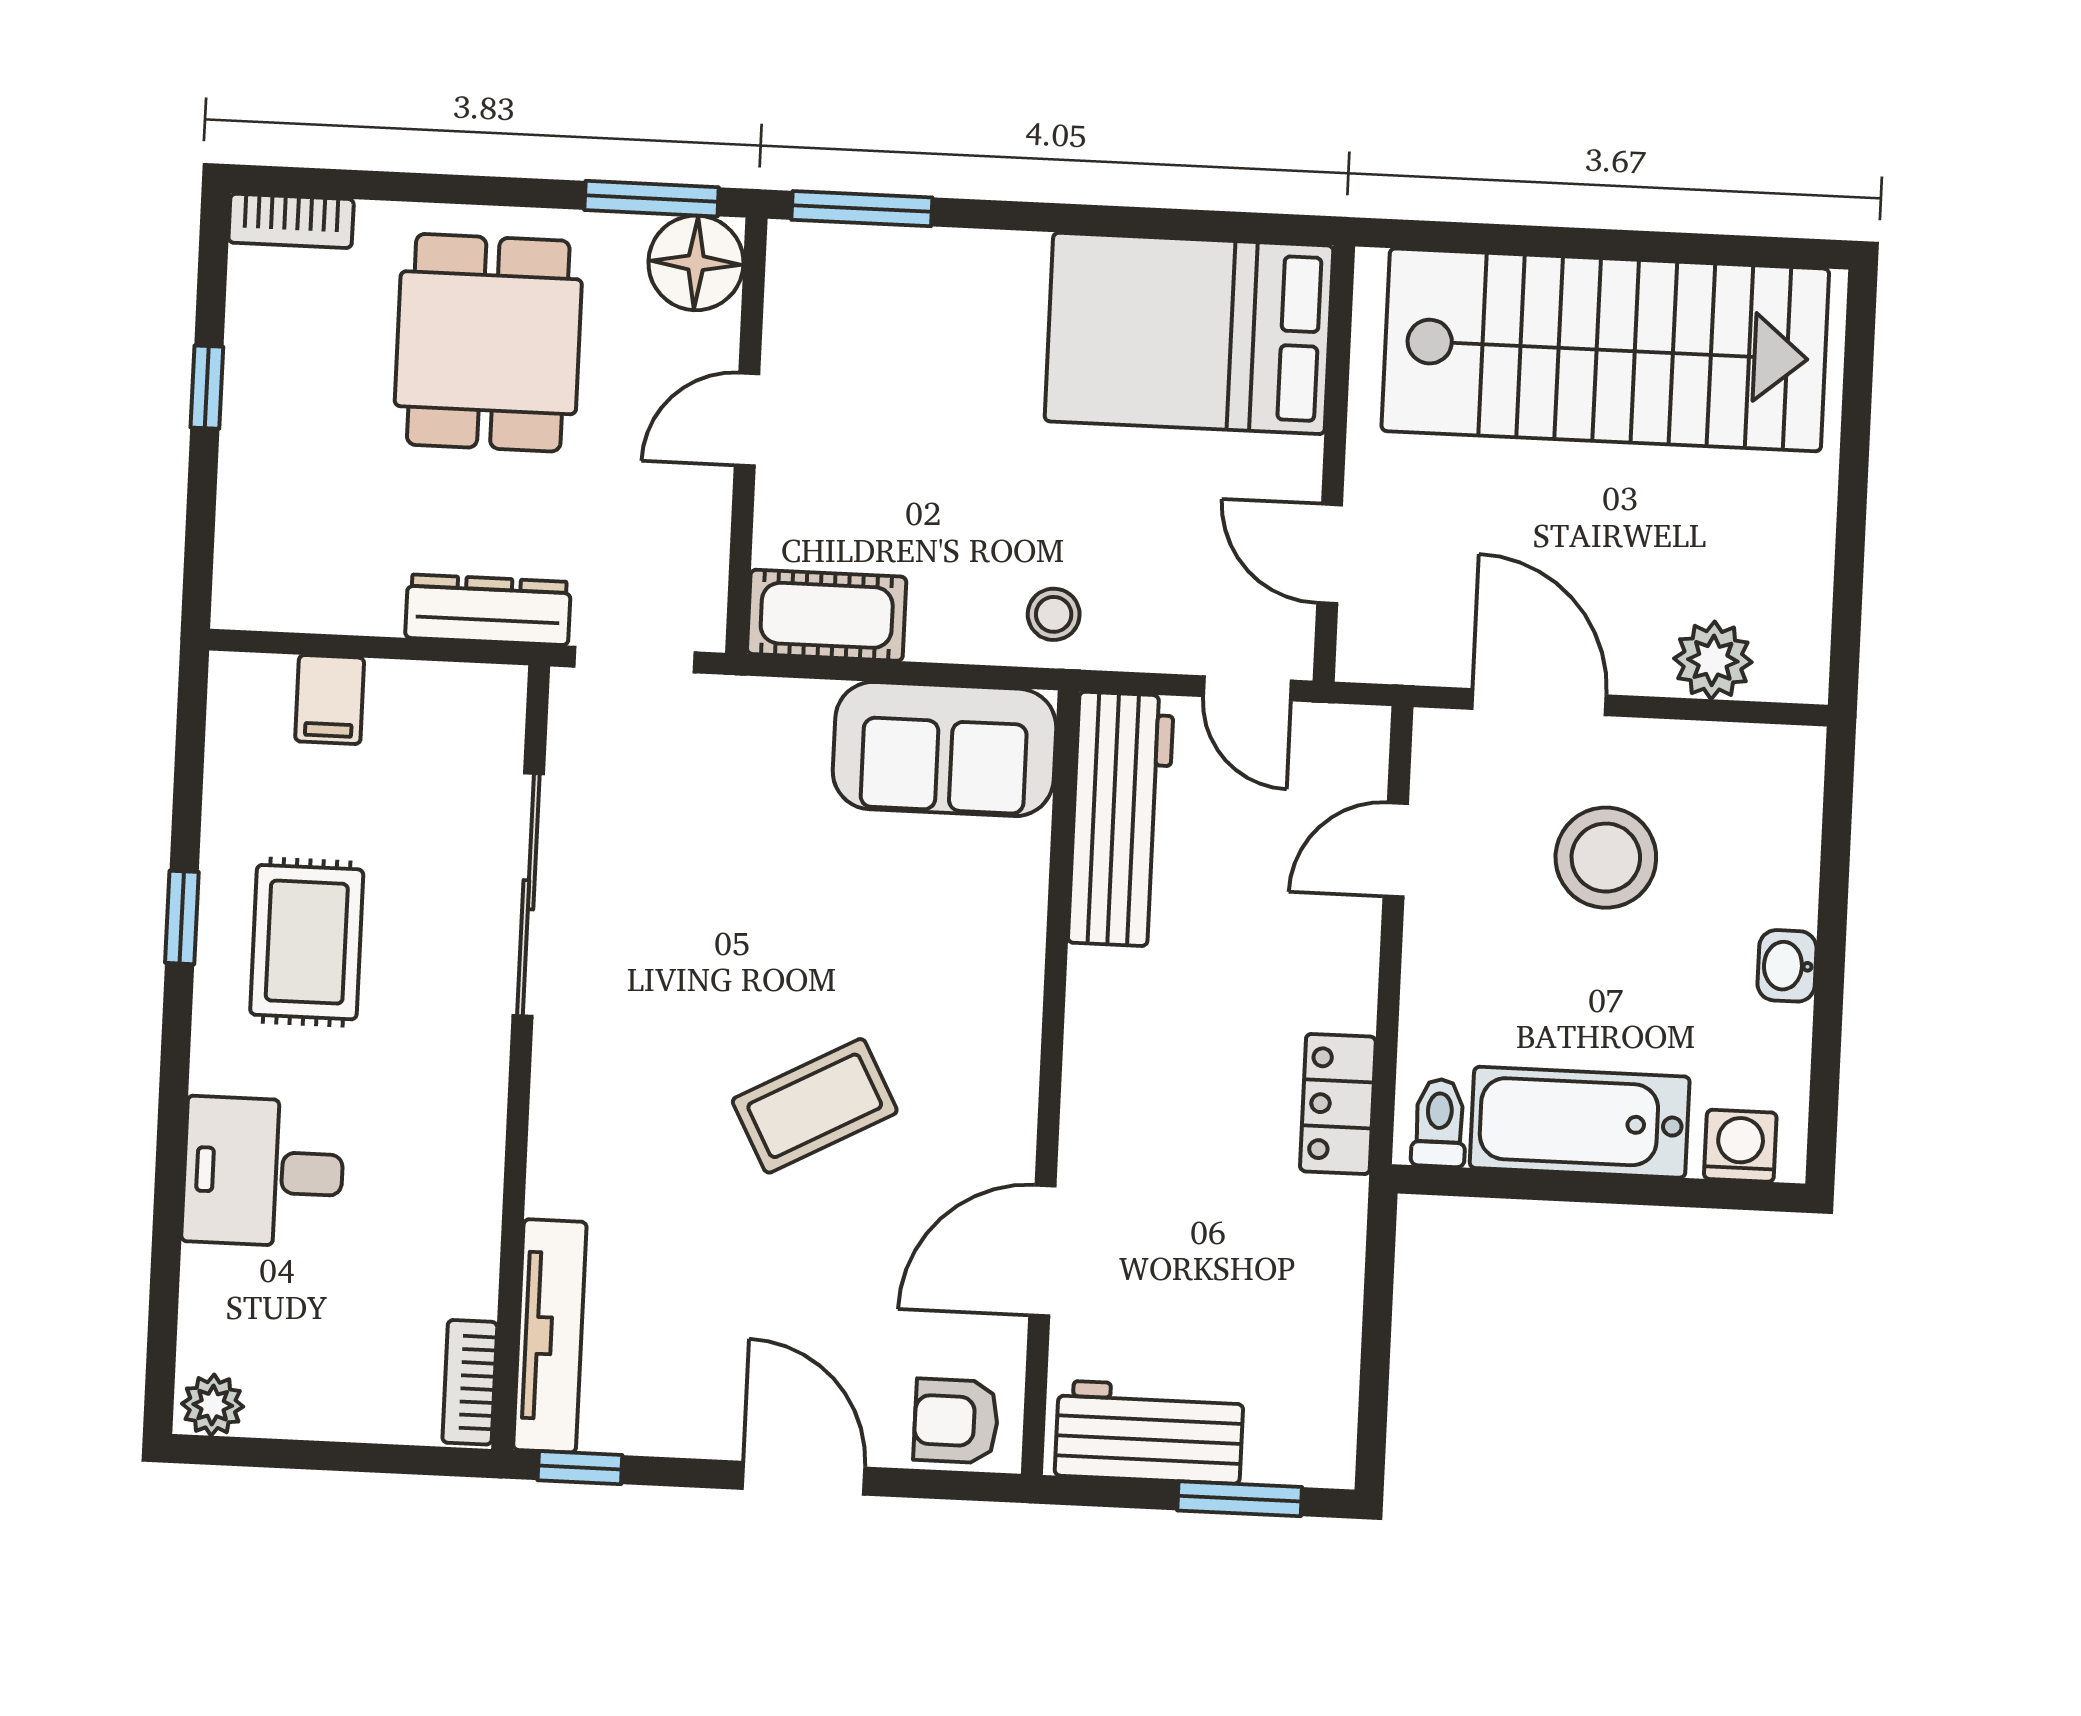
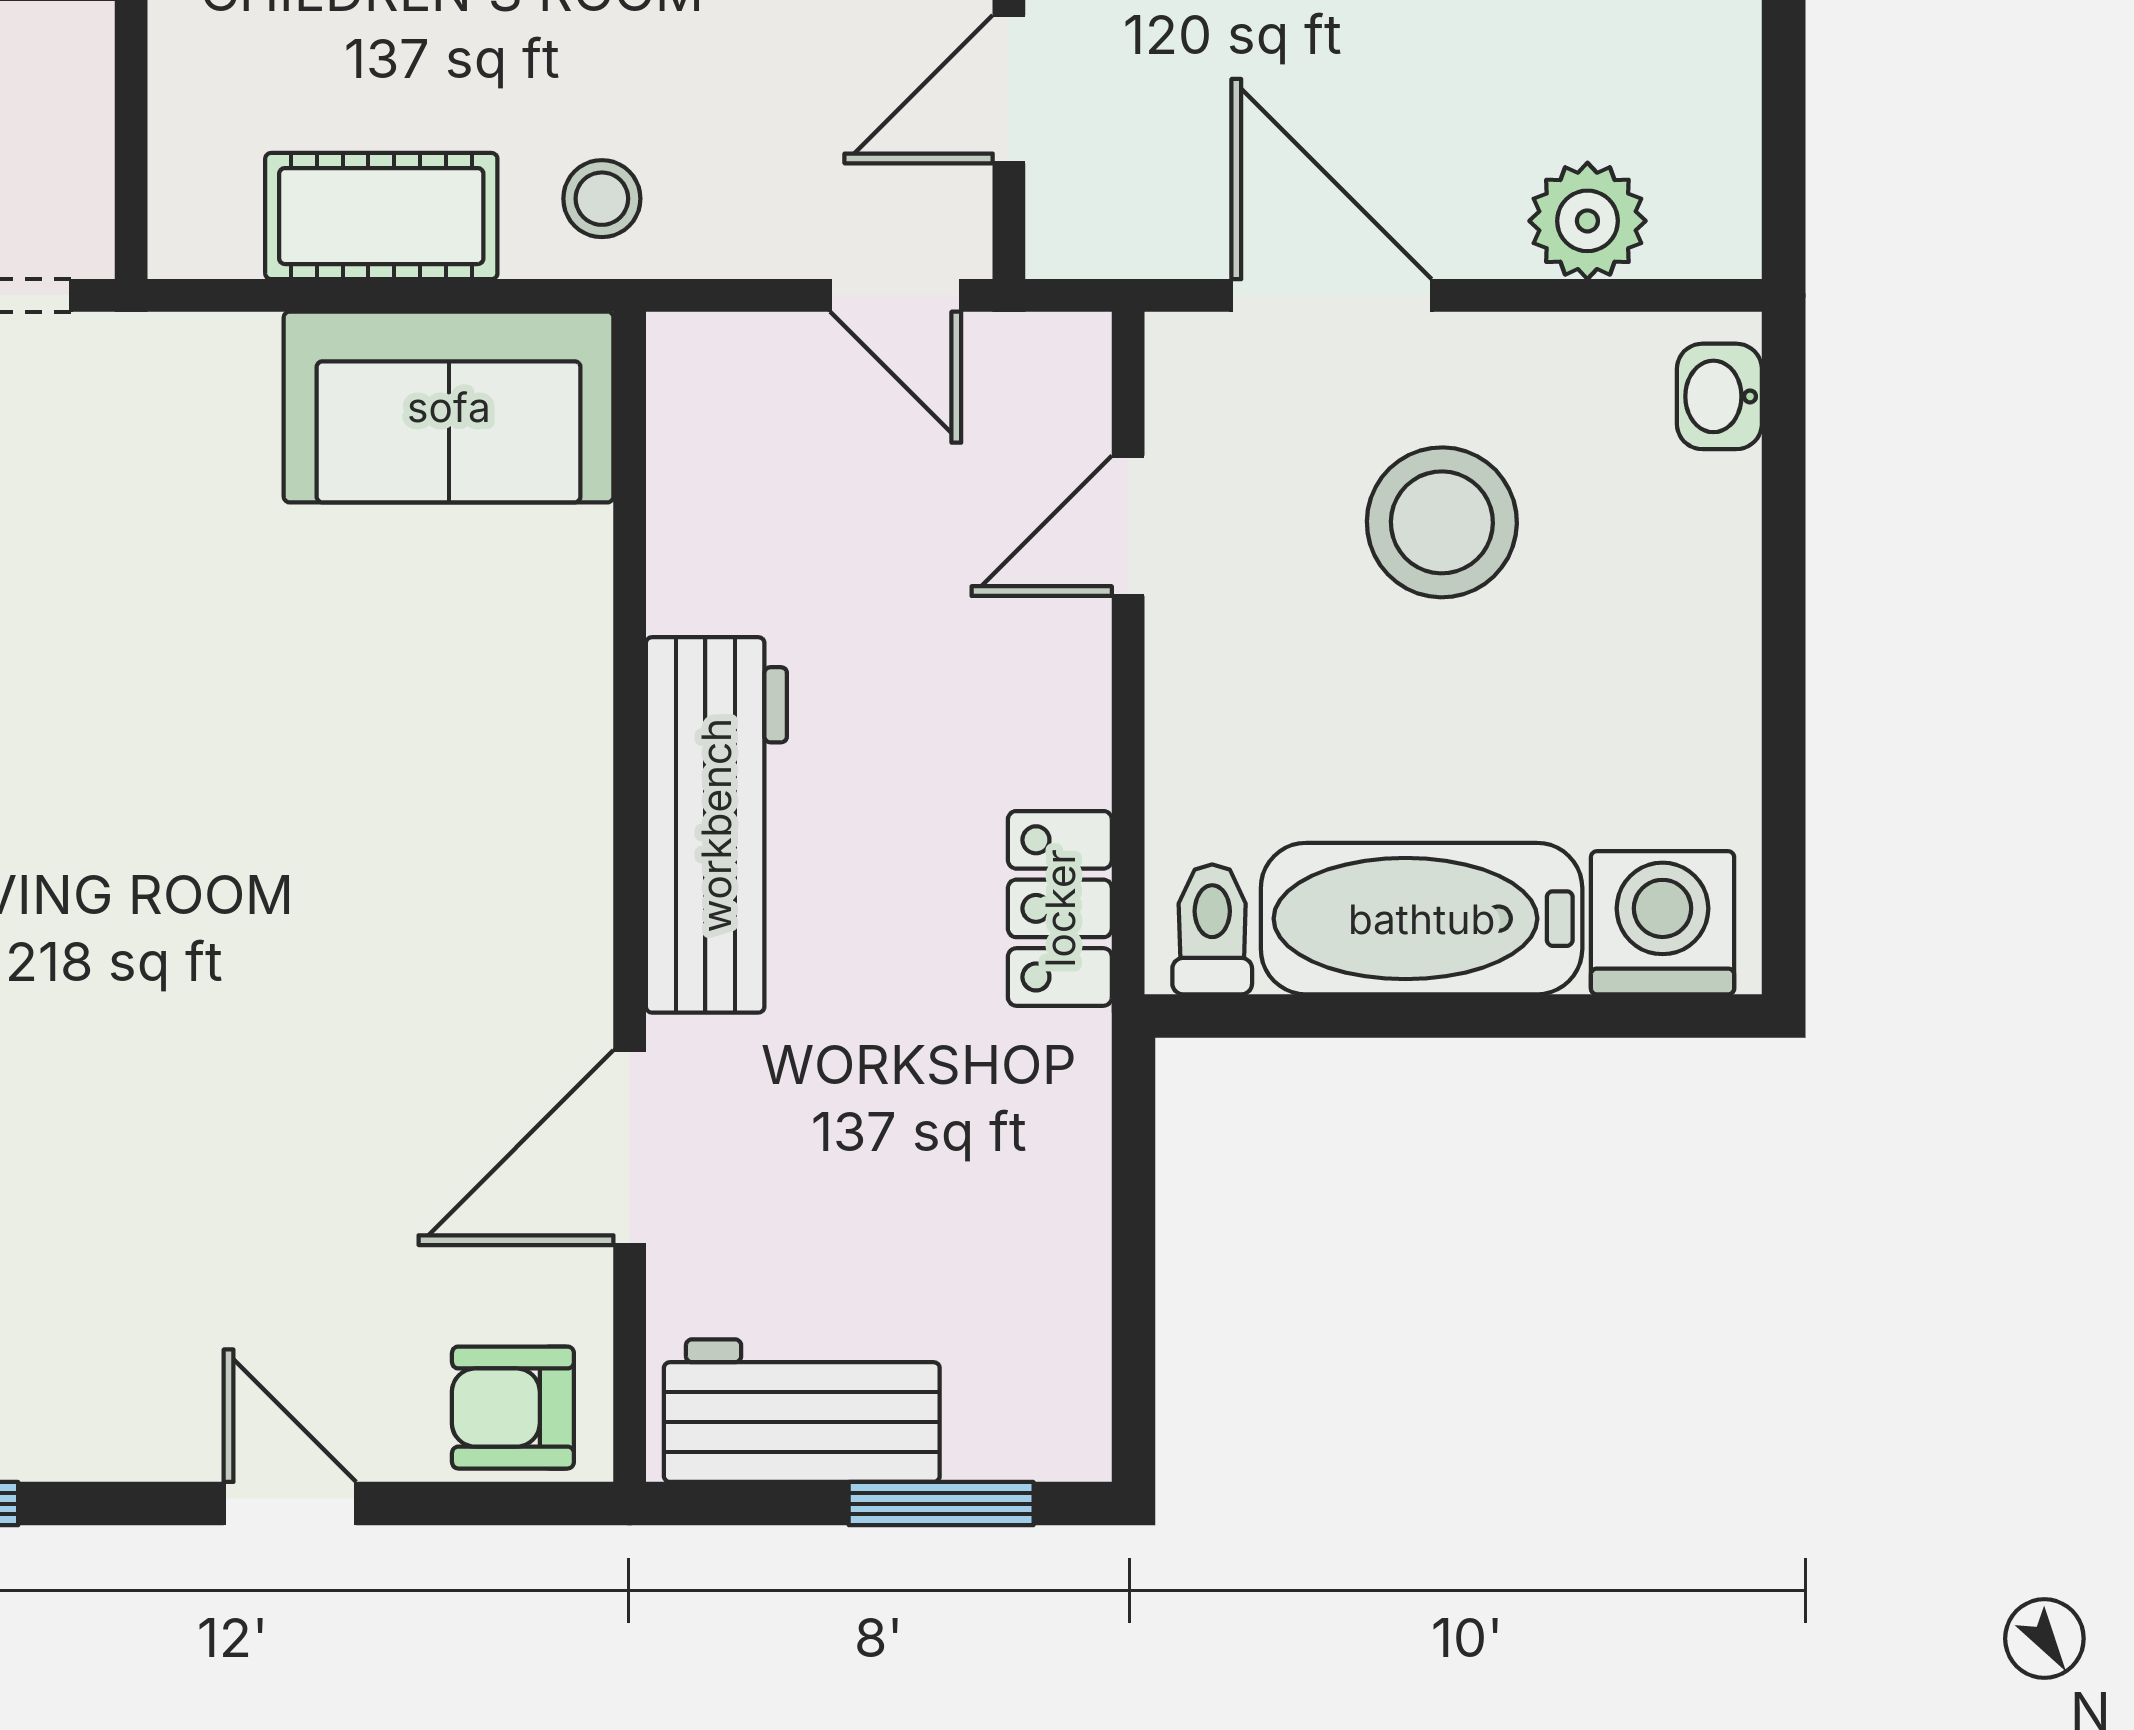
door: (1330, 554) -> (1009, 89), hinge flipped
cot: (827, 615) -> (381, 216), moved
workbench: (1121, 819) -> (716, 825), moved
washbasin: (1787, 966) -> (1719, 396), moved
coffee table: (815, 1106) -> (280, 948), removed
washing machine: (1740, 1146) -> (1663, 923), width x1.38, depth x1.38
door: (804, 1478) -> (290, 1504), width x0.73

